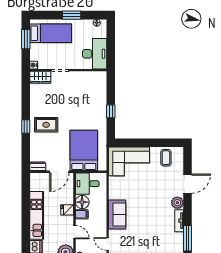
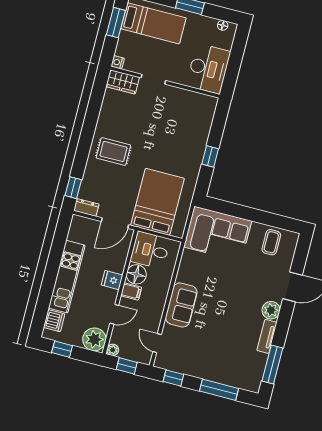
window: (26, 127) -> (73, 188), moved
door: (74, 232) -> (114, 314), hinge flipped

